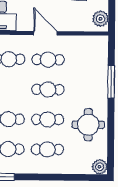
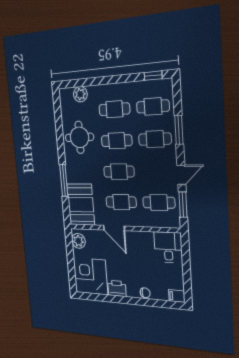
door: (45, 33) -> (114, 228), moved
booth: (94, 57) -> (81, 205), added
plant: (100, 167) -> (80, 94), moved

